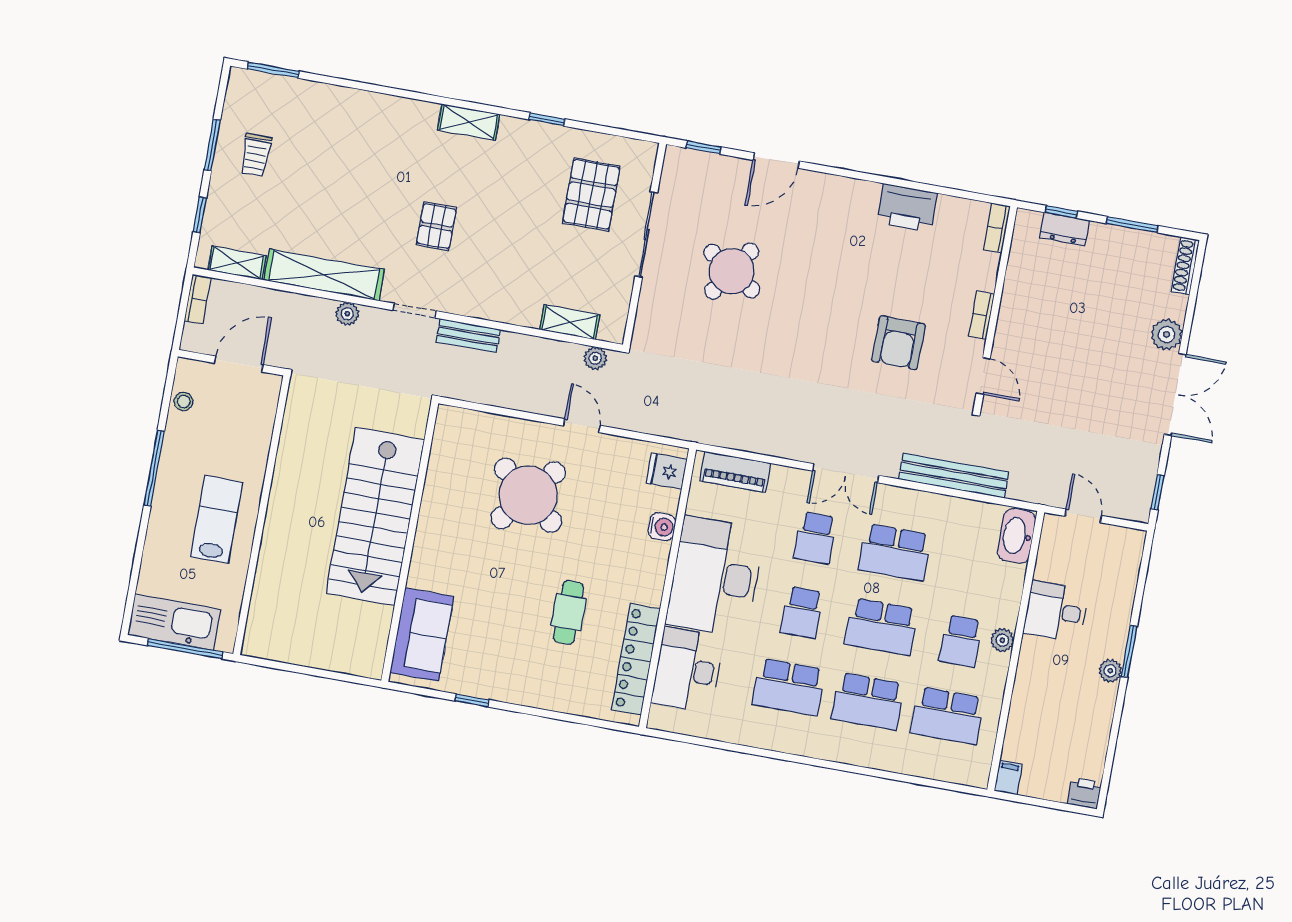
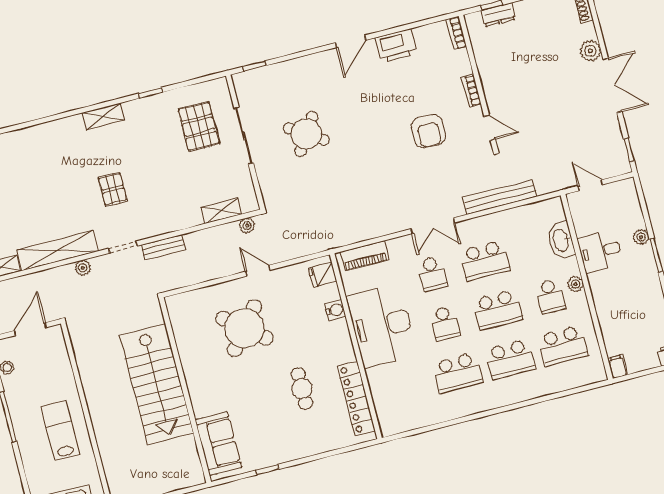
door: (776, 161) -> (350, 41), moved
washbasin: (1017, 536) -> (561, 240), moved
desk: (687, 670) -> (391, 391), removed
plant: (1110, 671) -> (641, 237), moved

